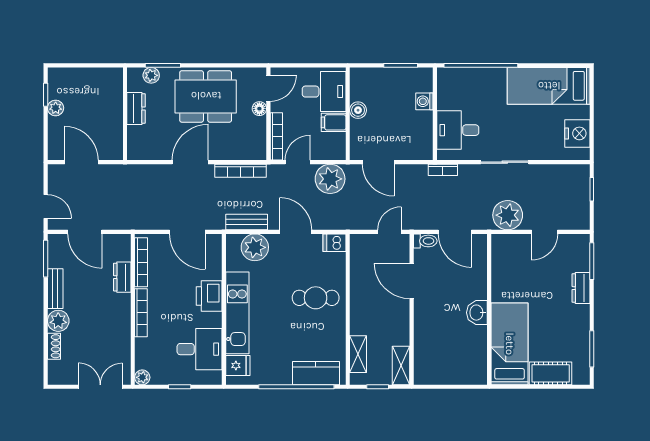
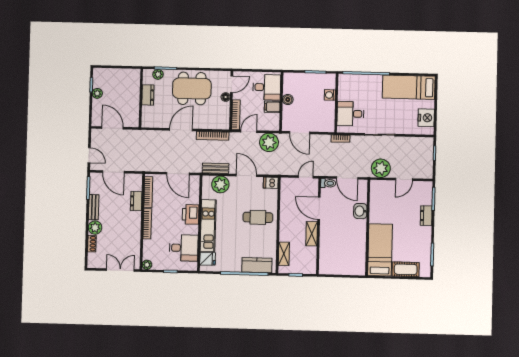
washbasin: (477, 313) -> (360, 211), moved
shelving: (401, 366) -> (312, 234), moved

